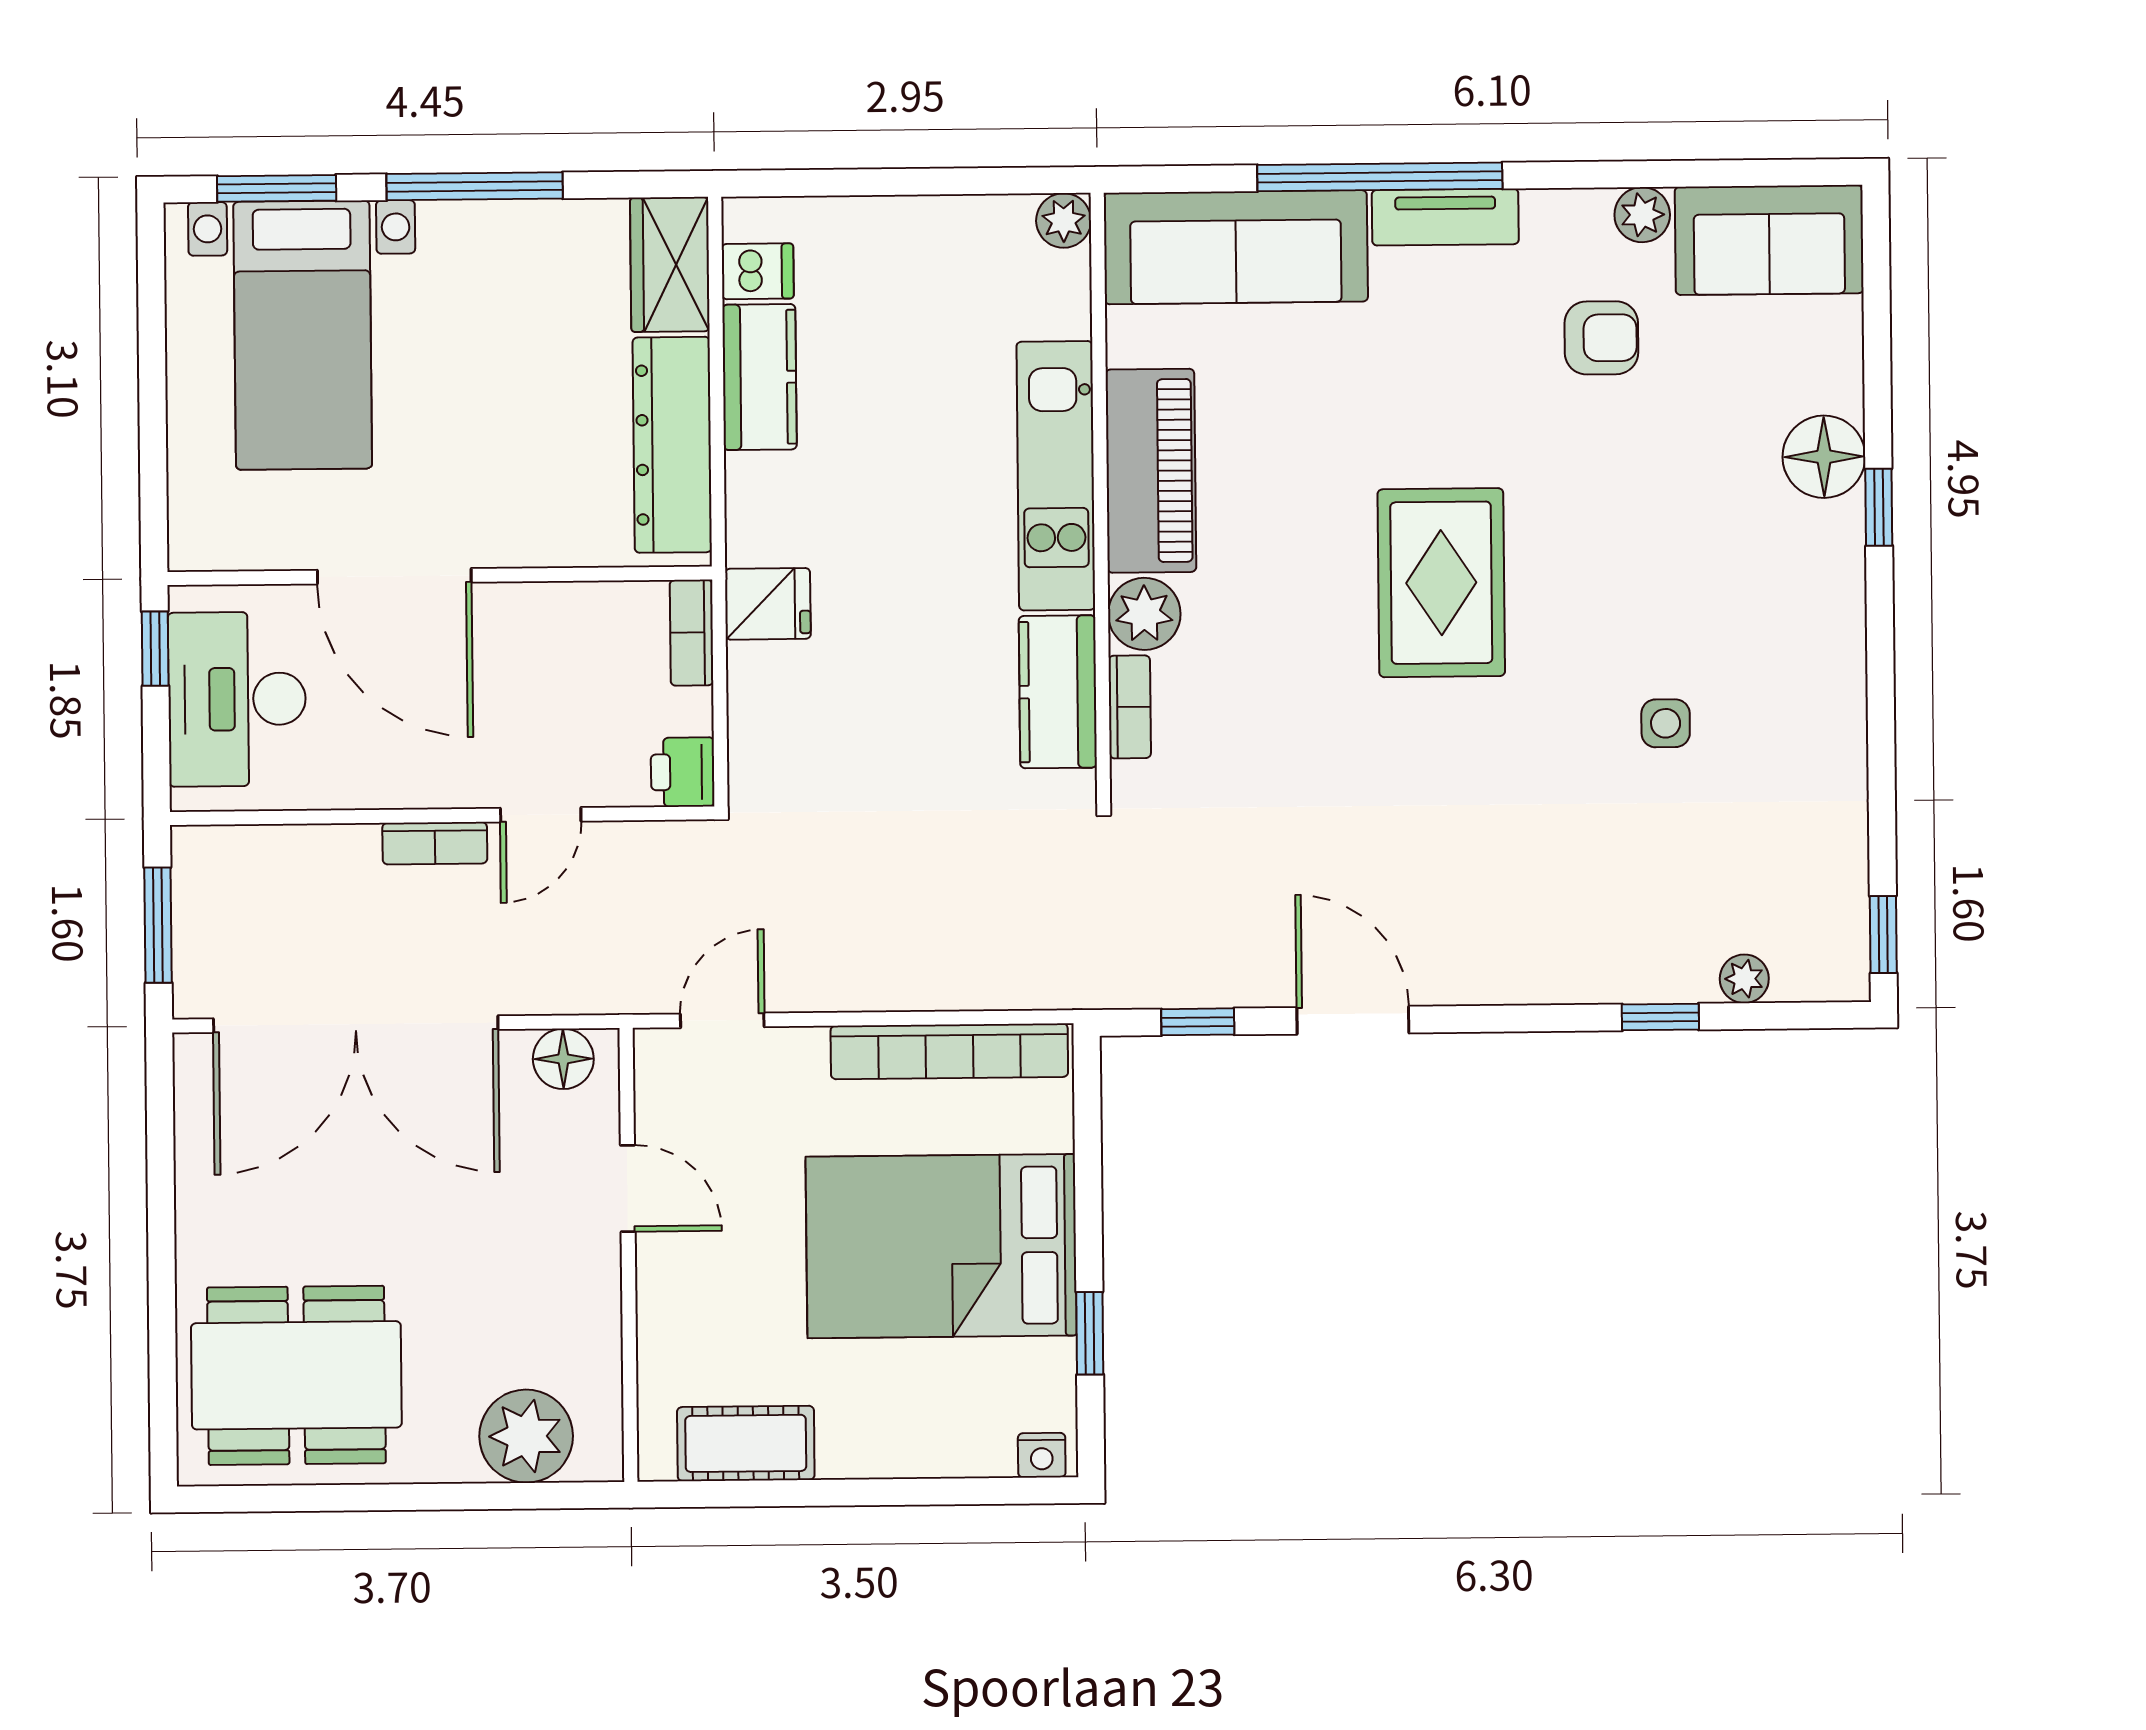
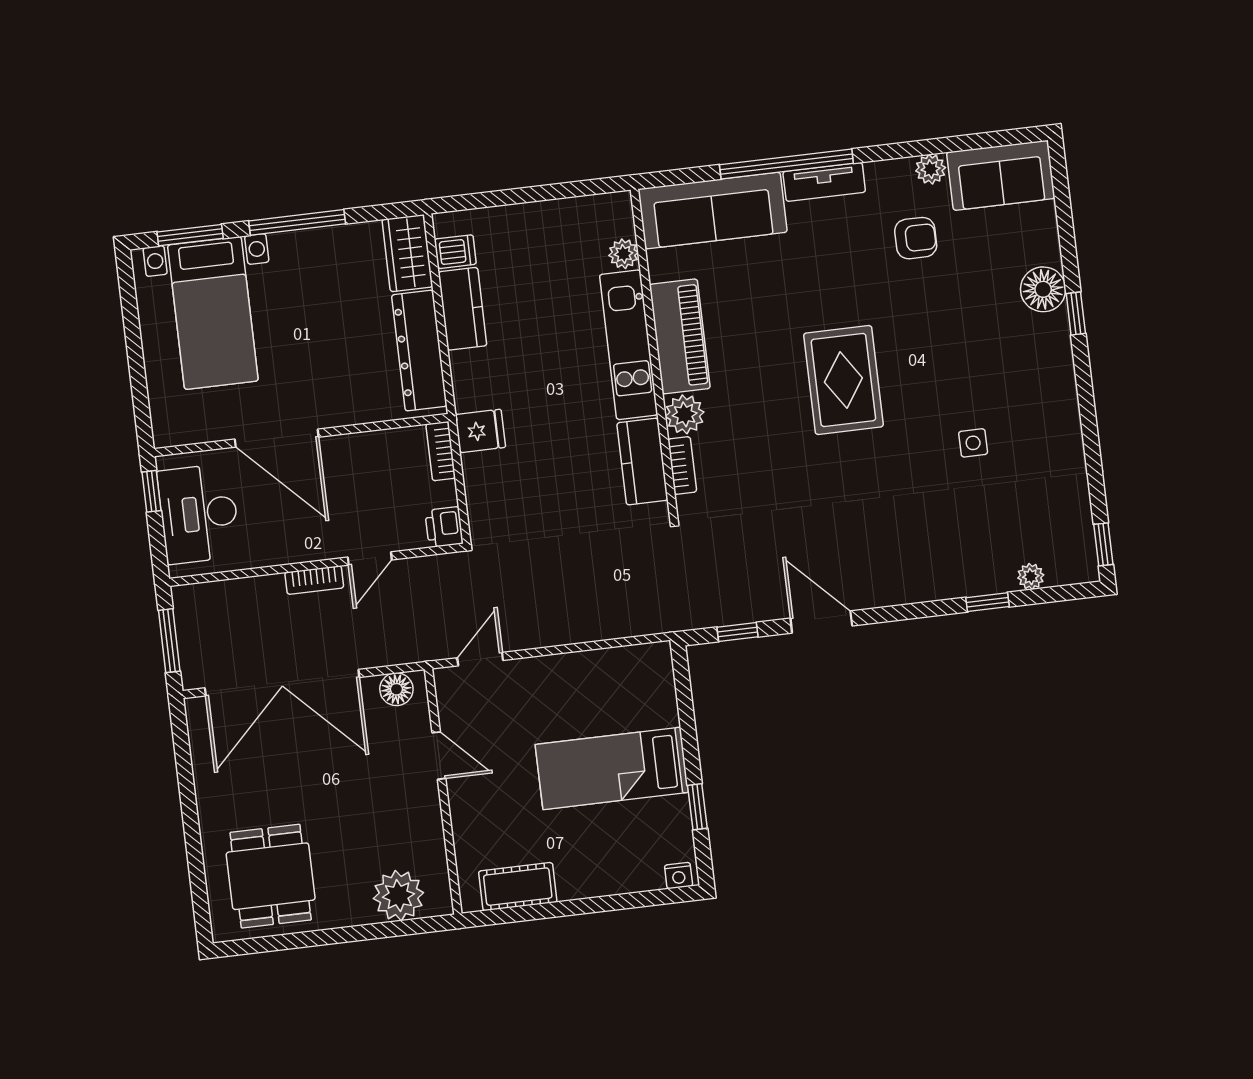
plant: (1064, 220) -> (624, 254), moved
bookcase: (949, 1051) -> (605, 662), removed
bed: (941, 1246) -> (612, 768), width x0.67
dining table: (296, 1375) -> (271, 876), width x0.73

